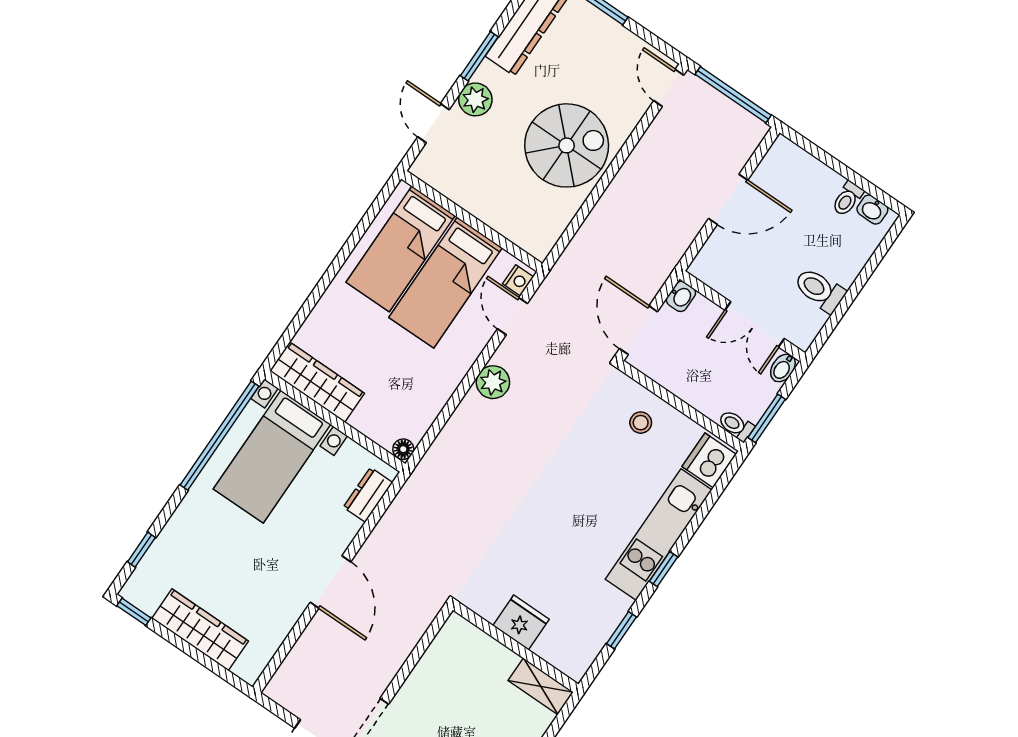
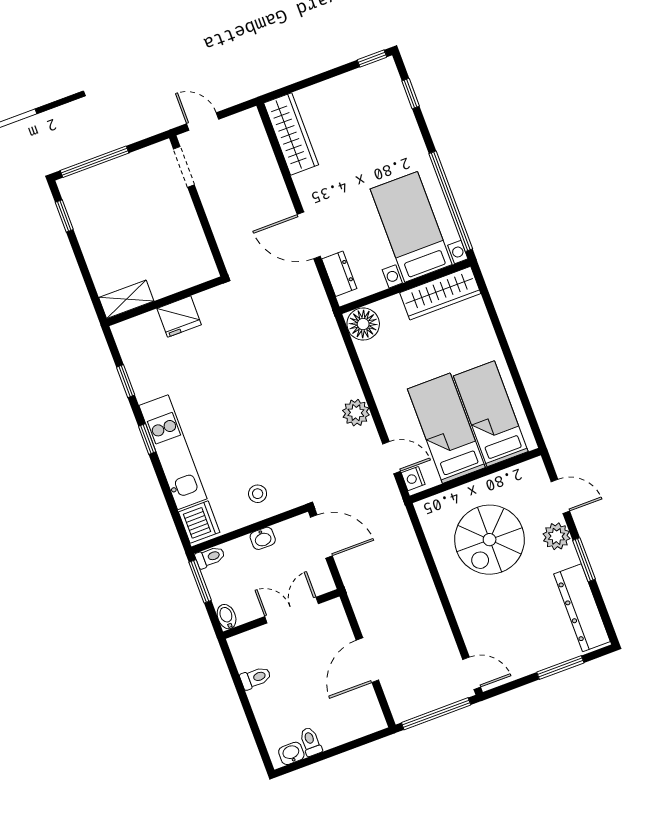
spiral stairs: (567, 145) -> (490, 540), moved
toilet: (820, 290) -> (256, 678), width x0.73, depth x0.72
washbasin: (681, 296) -> (263, 538), moved, turned -90
double door: (755, 324) -> (292, 610), moved
floor lamp: (403, 449) -> (363, 324), width x1.89, depth x1.89
door: (330, 582) -> (309, 235), moved
wardrobe: (200, 630) -> (291, 134), moved, turned -90

